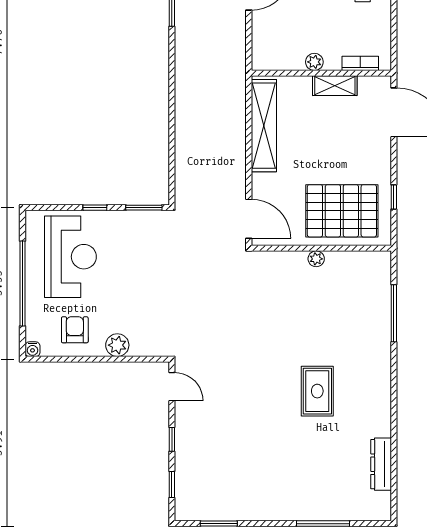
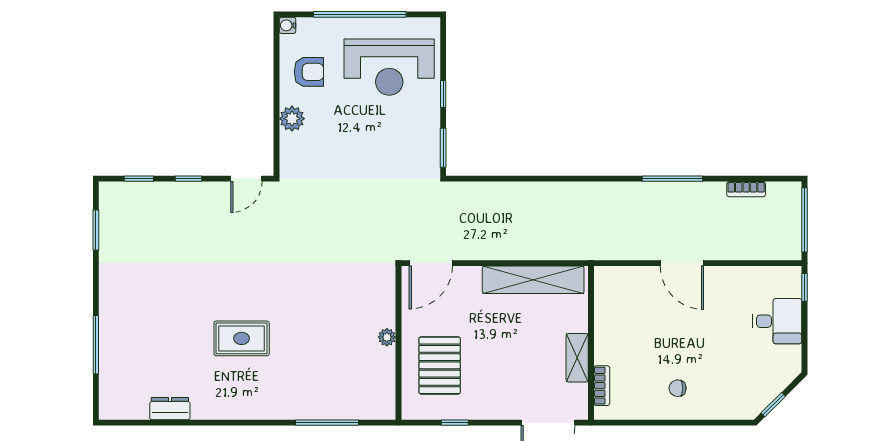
plant: (314, 62) -> (603, 335), removed
pallet: (342, 211) -> (440, 365), width x0.73, depth x0.71
dresser: (381, 464) -> (170, 409), width x0.70

